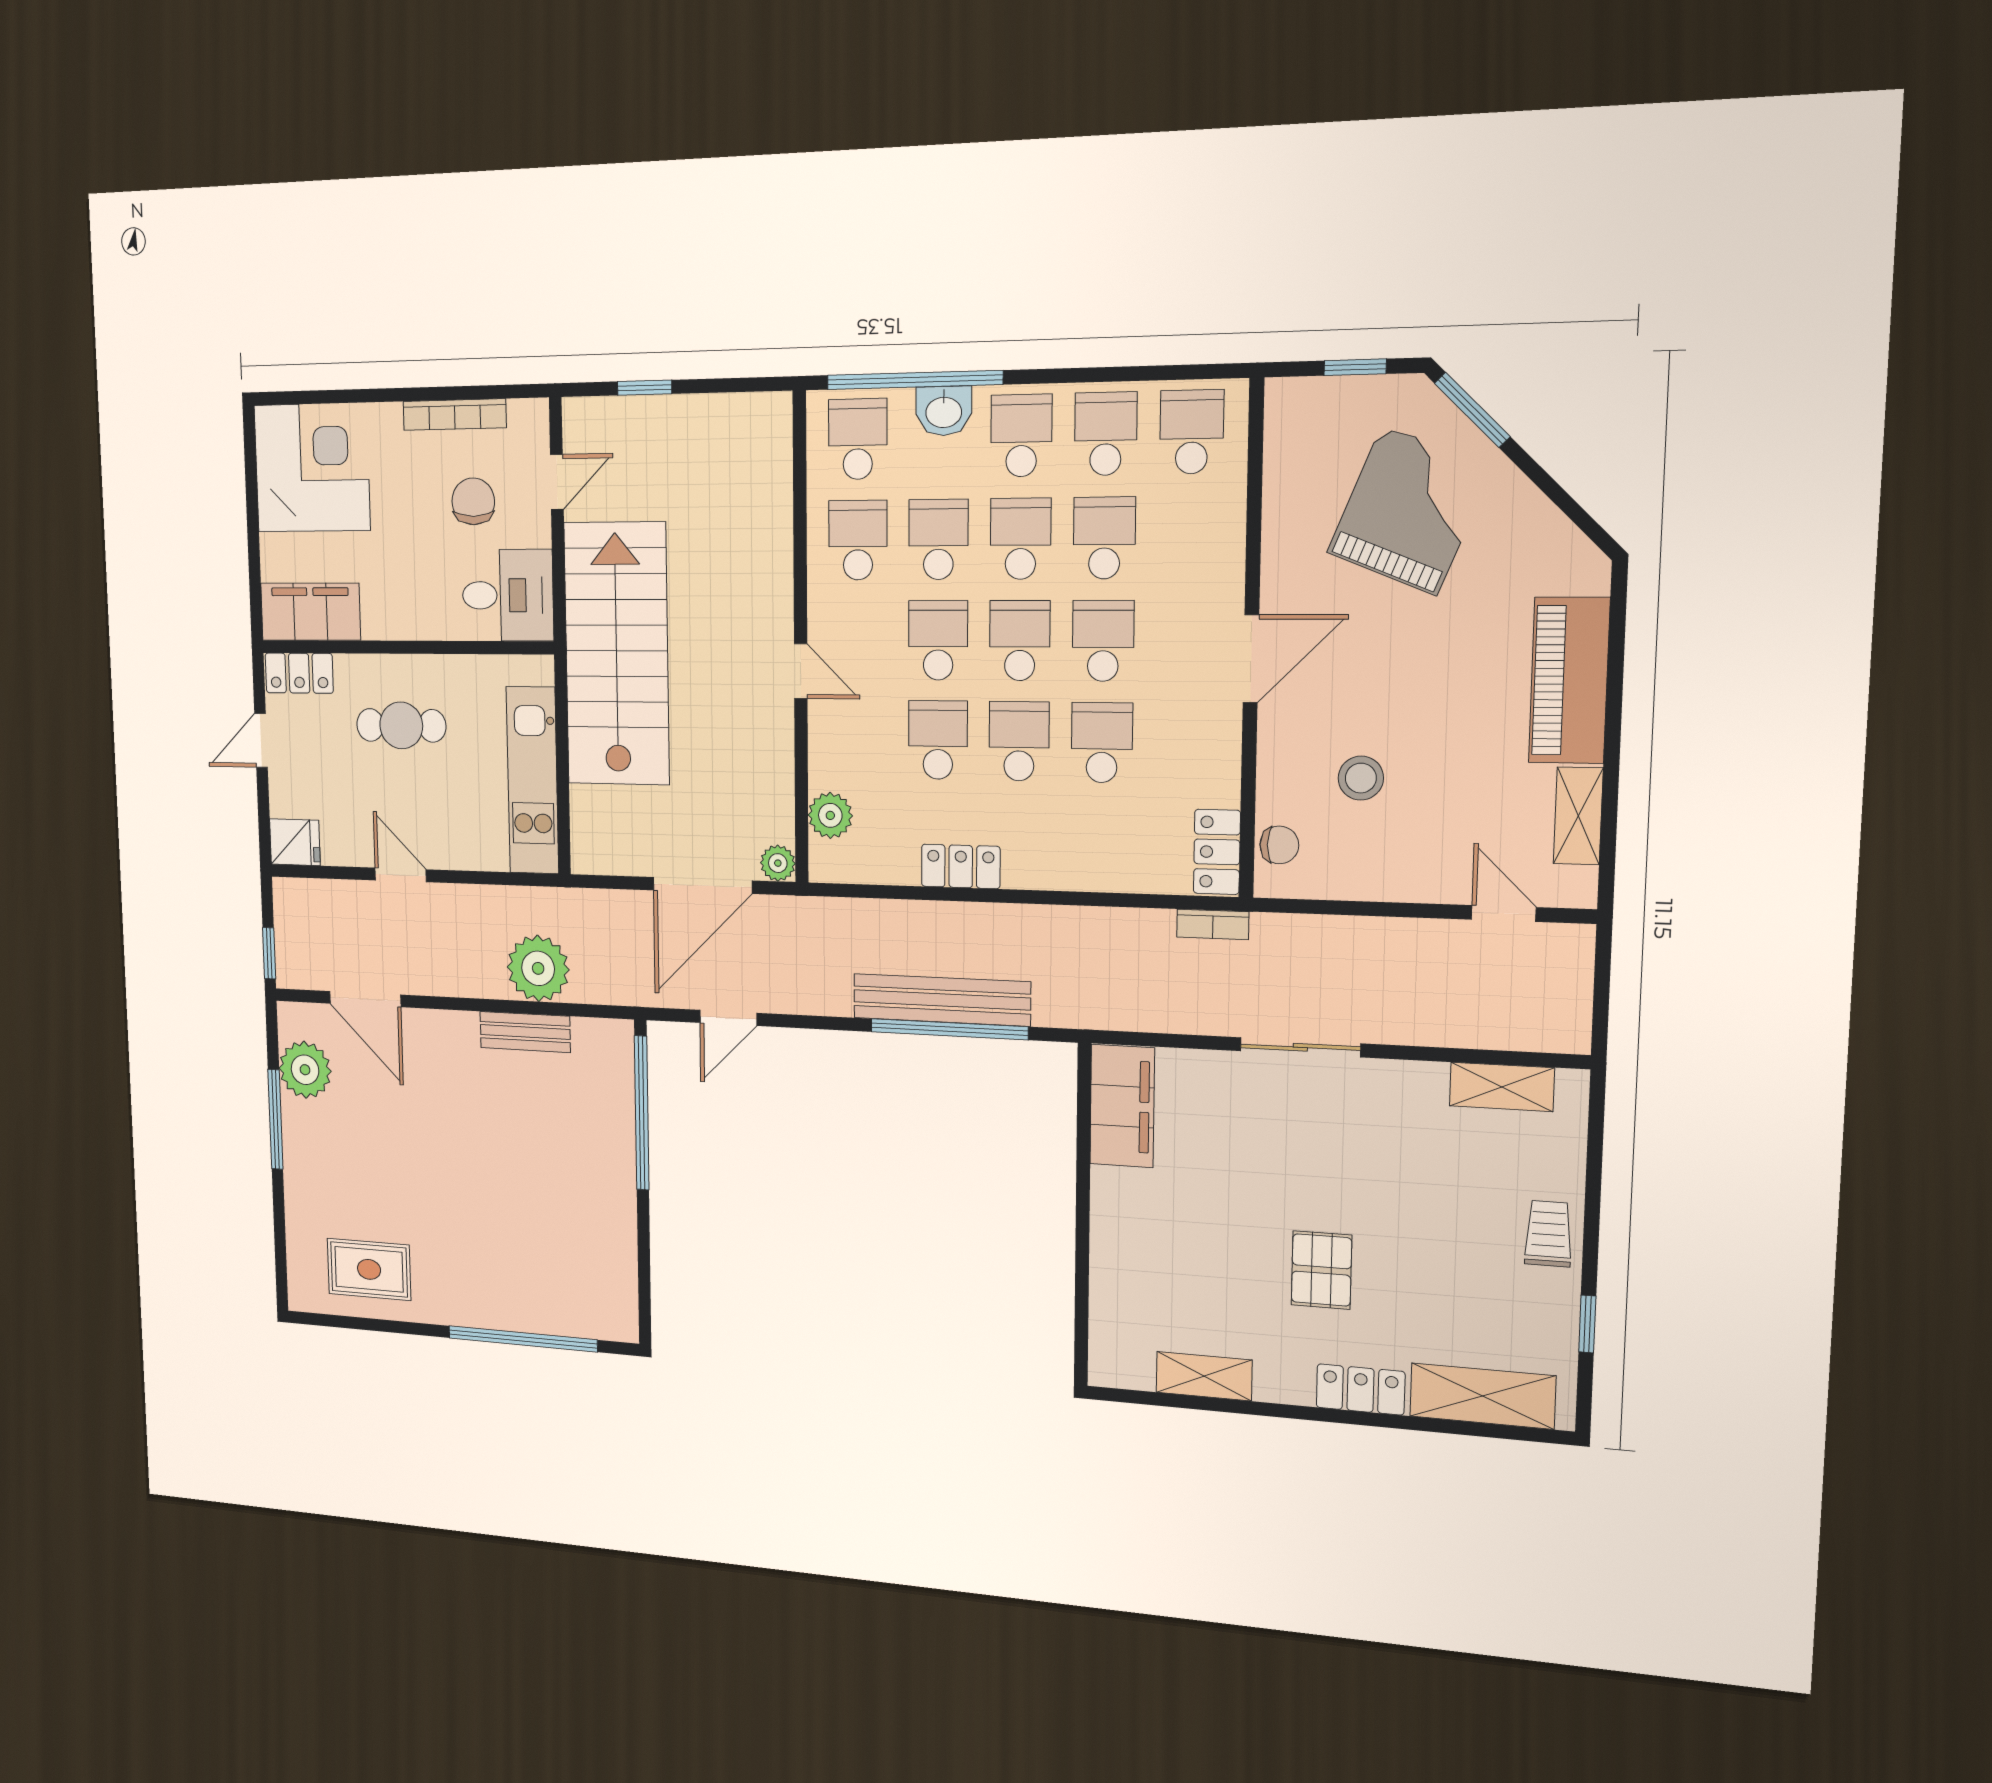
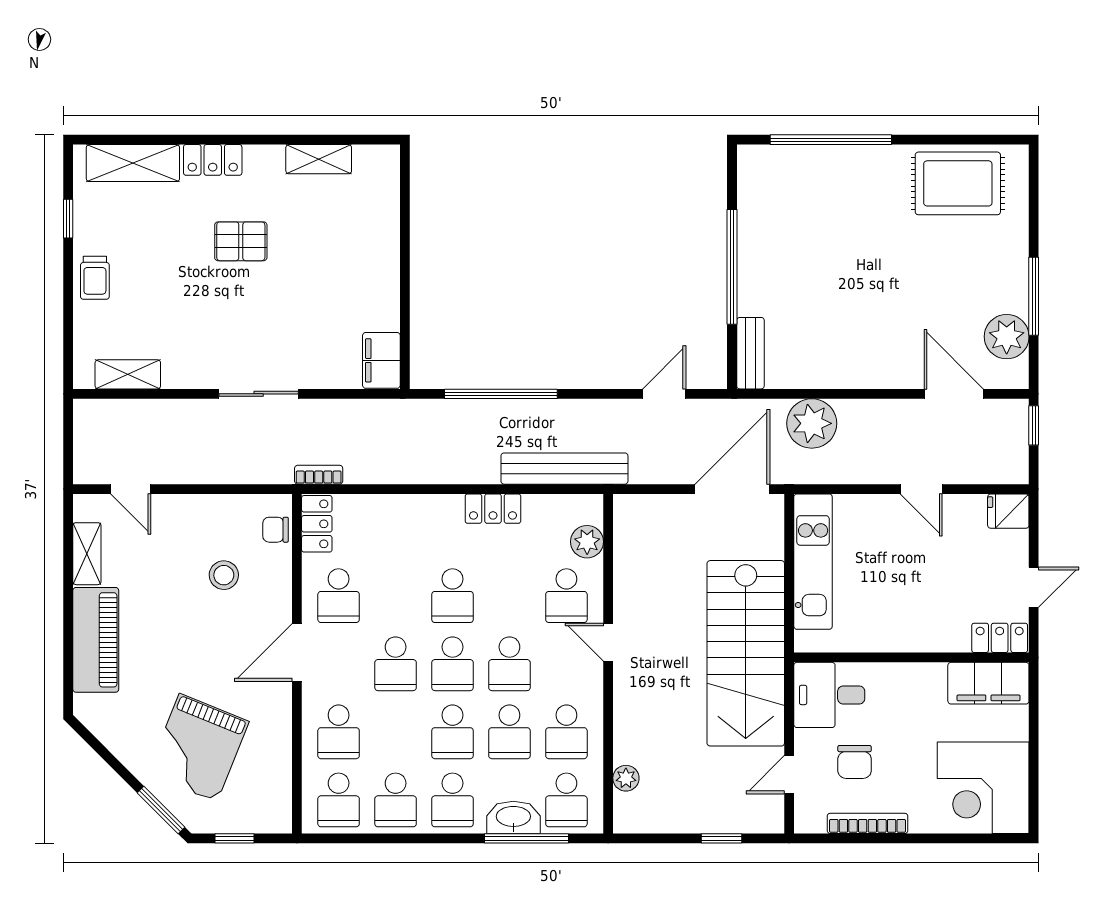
window: (914, 380) -> (526, 838), width x0.68
washbasin: (944, 411) -> (513, 817), width x1.38
school desk: (1104, 538) -> (339, 732), moved
cafe table: (401, 725) -> (917, 600), removed
school desk: (938, 740) -> (566, 596), moved
school desk: (1102, 743) -> (339, 596), moved
plant: (778, 863) -> (626, 778), moved
door: (703, 885) -> (732, 489), moved
bench: (942, 1000) -> (564, 469), moved
bench: (525, 1032) -> (750, 353), moved, turned 90
filing cabinet: (1122, 1106) -> (381, 360), width x0.67, depth x0.86
window: (642, 1113) -> (732, 267), moved
rug: (369, 1269) -> (958, 183), width x1.36, depth x1.43
pallet: (1321, 1270) -> (241, 241), turned 90

